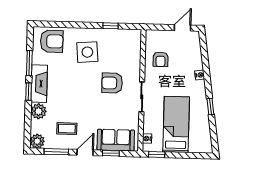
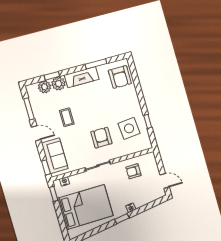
side table: (87, 52) -> (129, 128), moved
window: (29, 92) -> (52, 76), moved
window: (210, 106) -> (122, 219), moved
bed: (176, 124) -> (85, 207), width x1.50
coffee table: (67, 129) -> (67, 117), moved
plant: (37, 141) -> (45, 87), moved
window: (111, 153) -> (46, 167), moved

